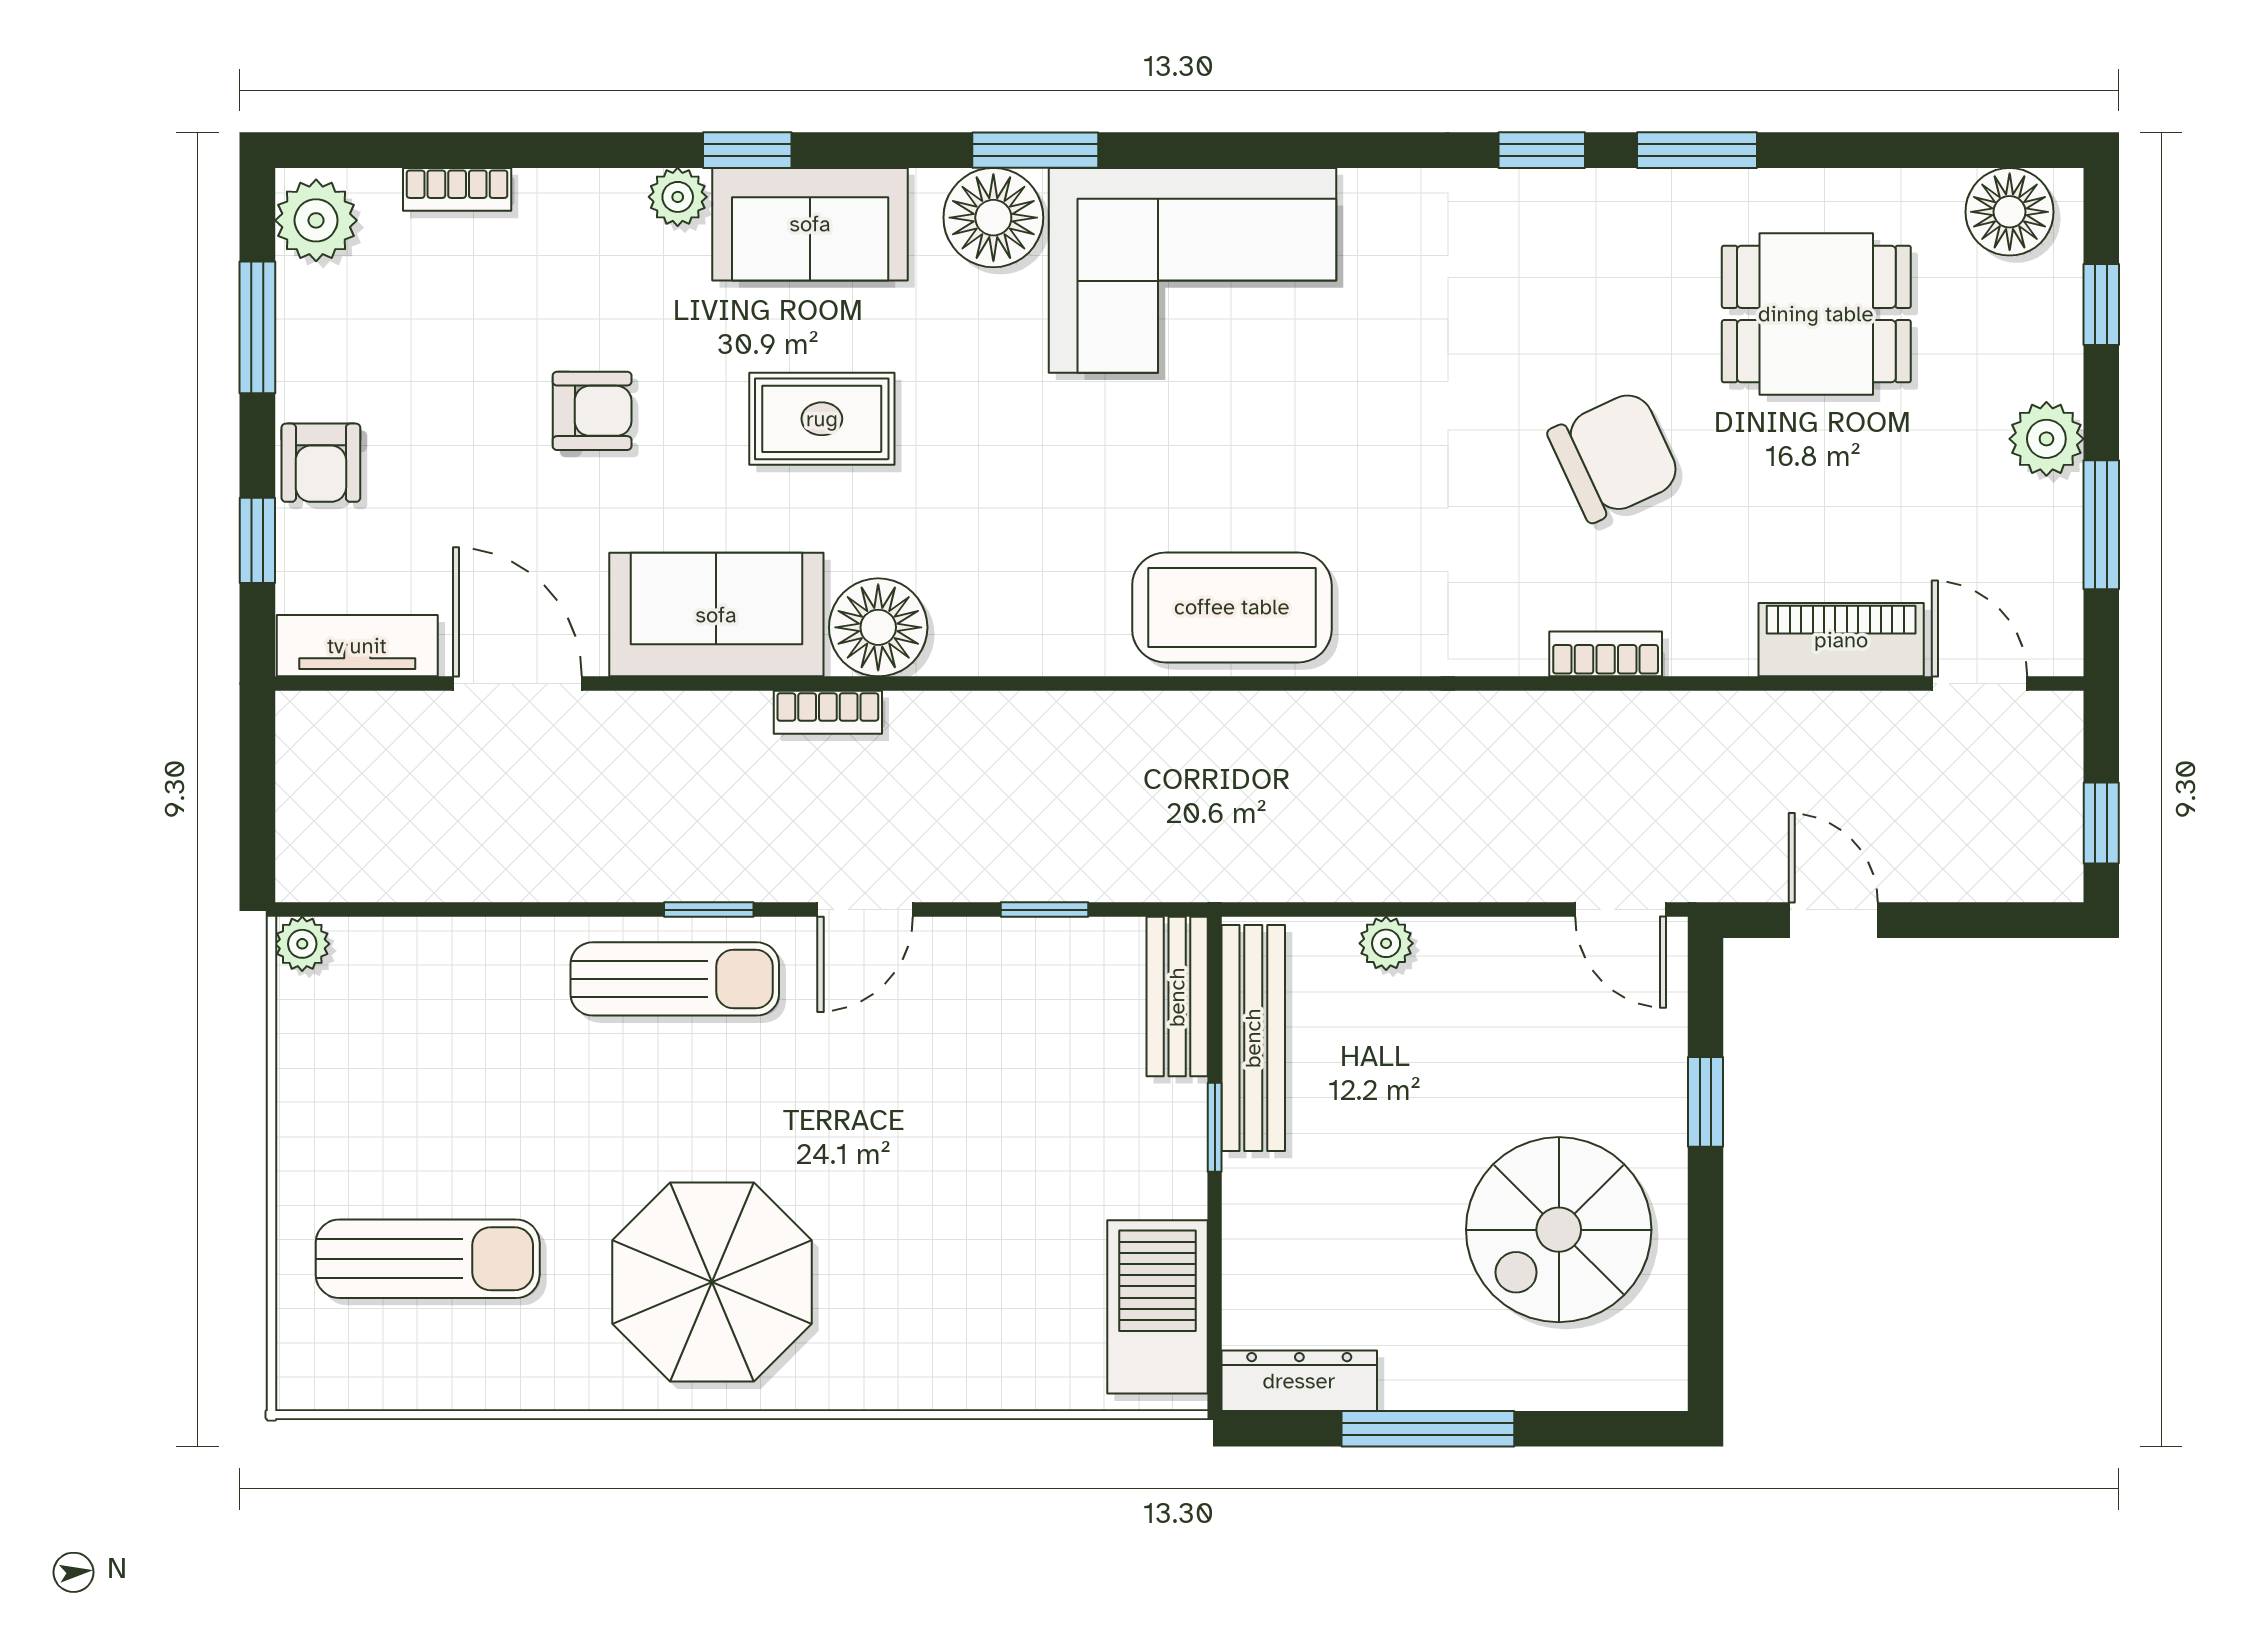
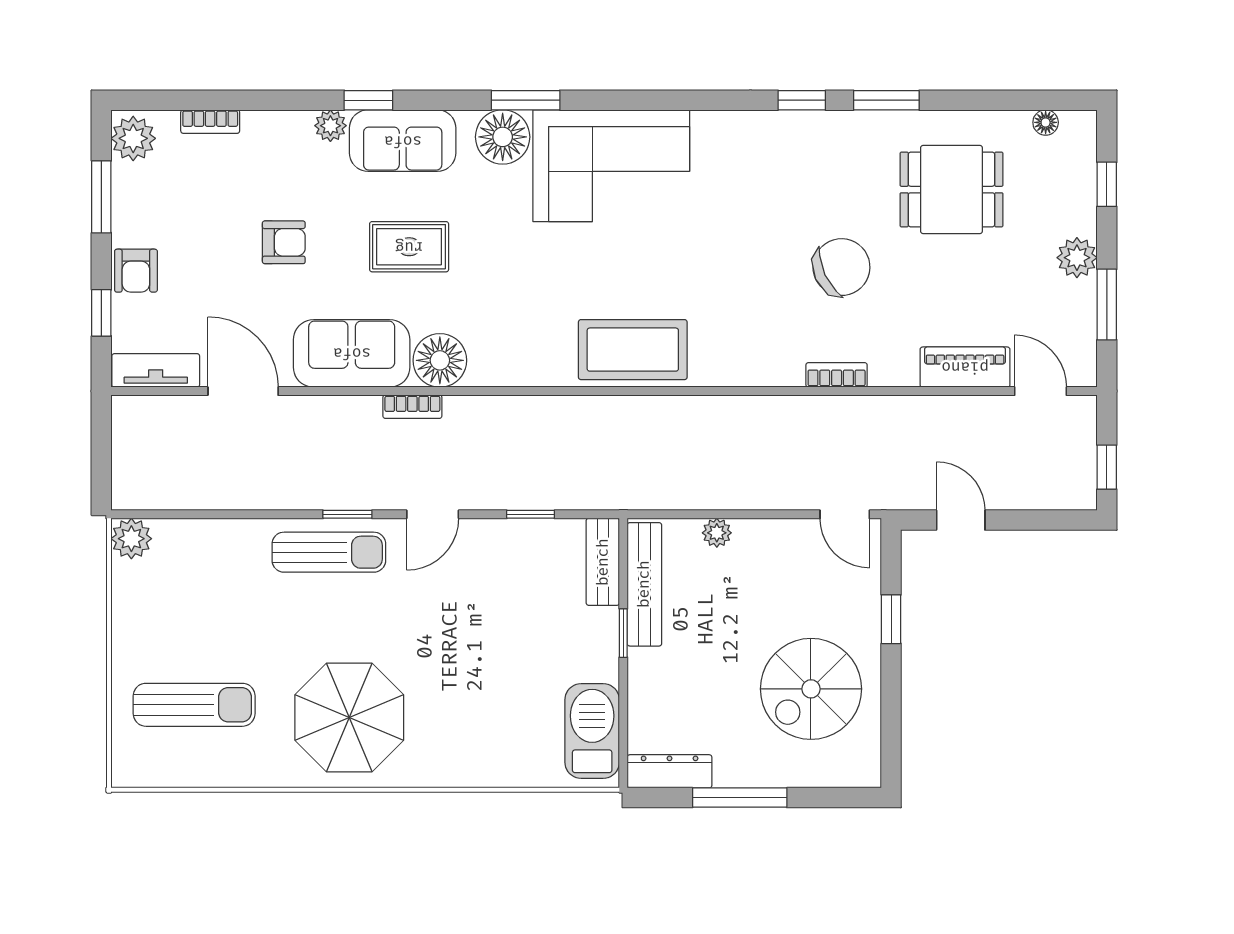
floor lamp: (2010, 212) -> (1046, 122), width x0.53, depth x0.53
plant: (302, 944) -> (131, 539), width x1.38, depth x1.38

